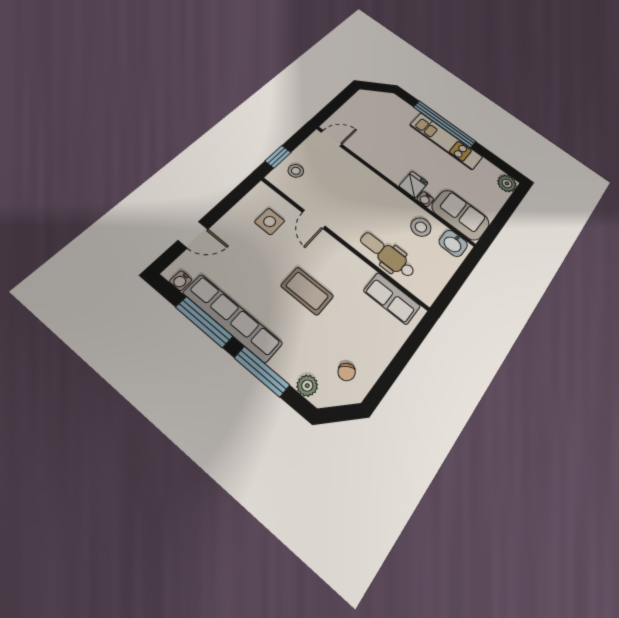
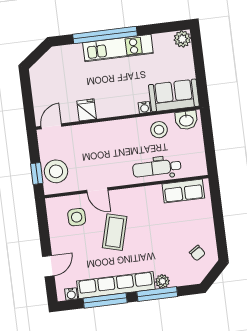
stool: (296, 171) -> (56, 171), width x1.89, depth x1.89
fridge: (414, 184) -> (87, 110), moved
coffee table: (307, 291) -> (115, 232), moved, turned -75
plant: (307, 386) -> (162, 281), moved

